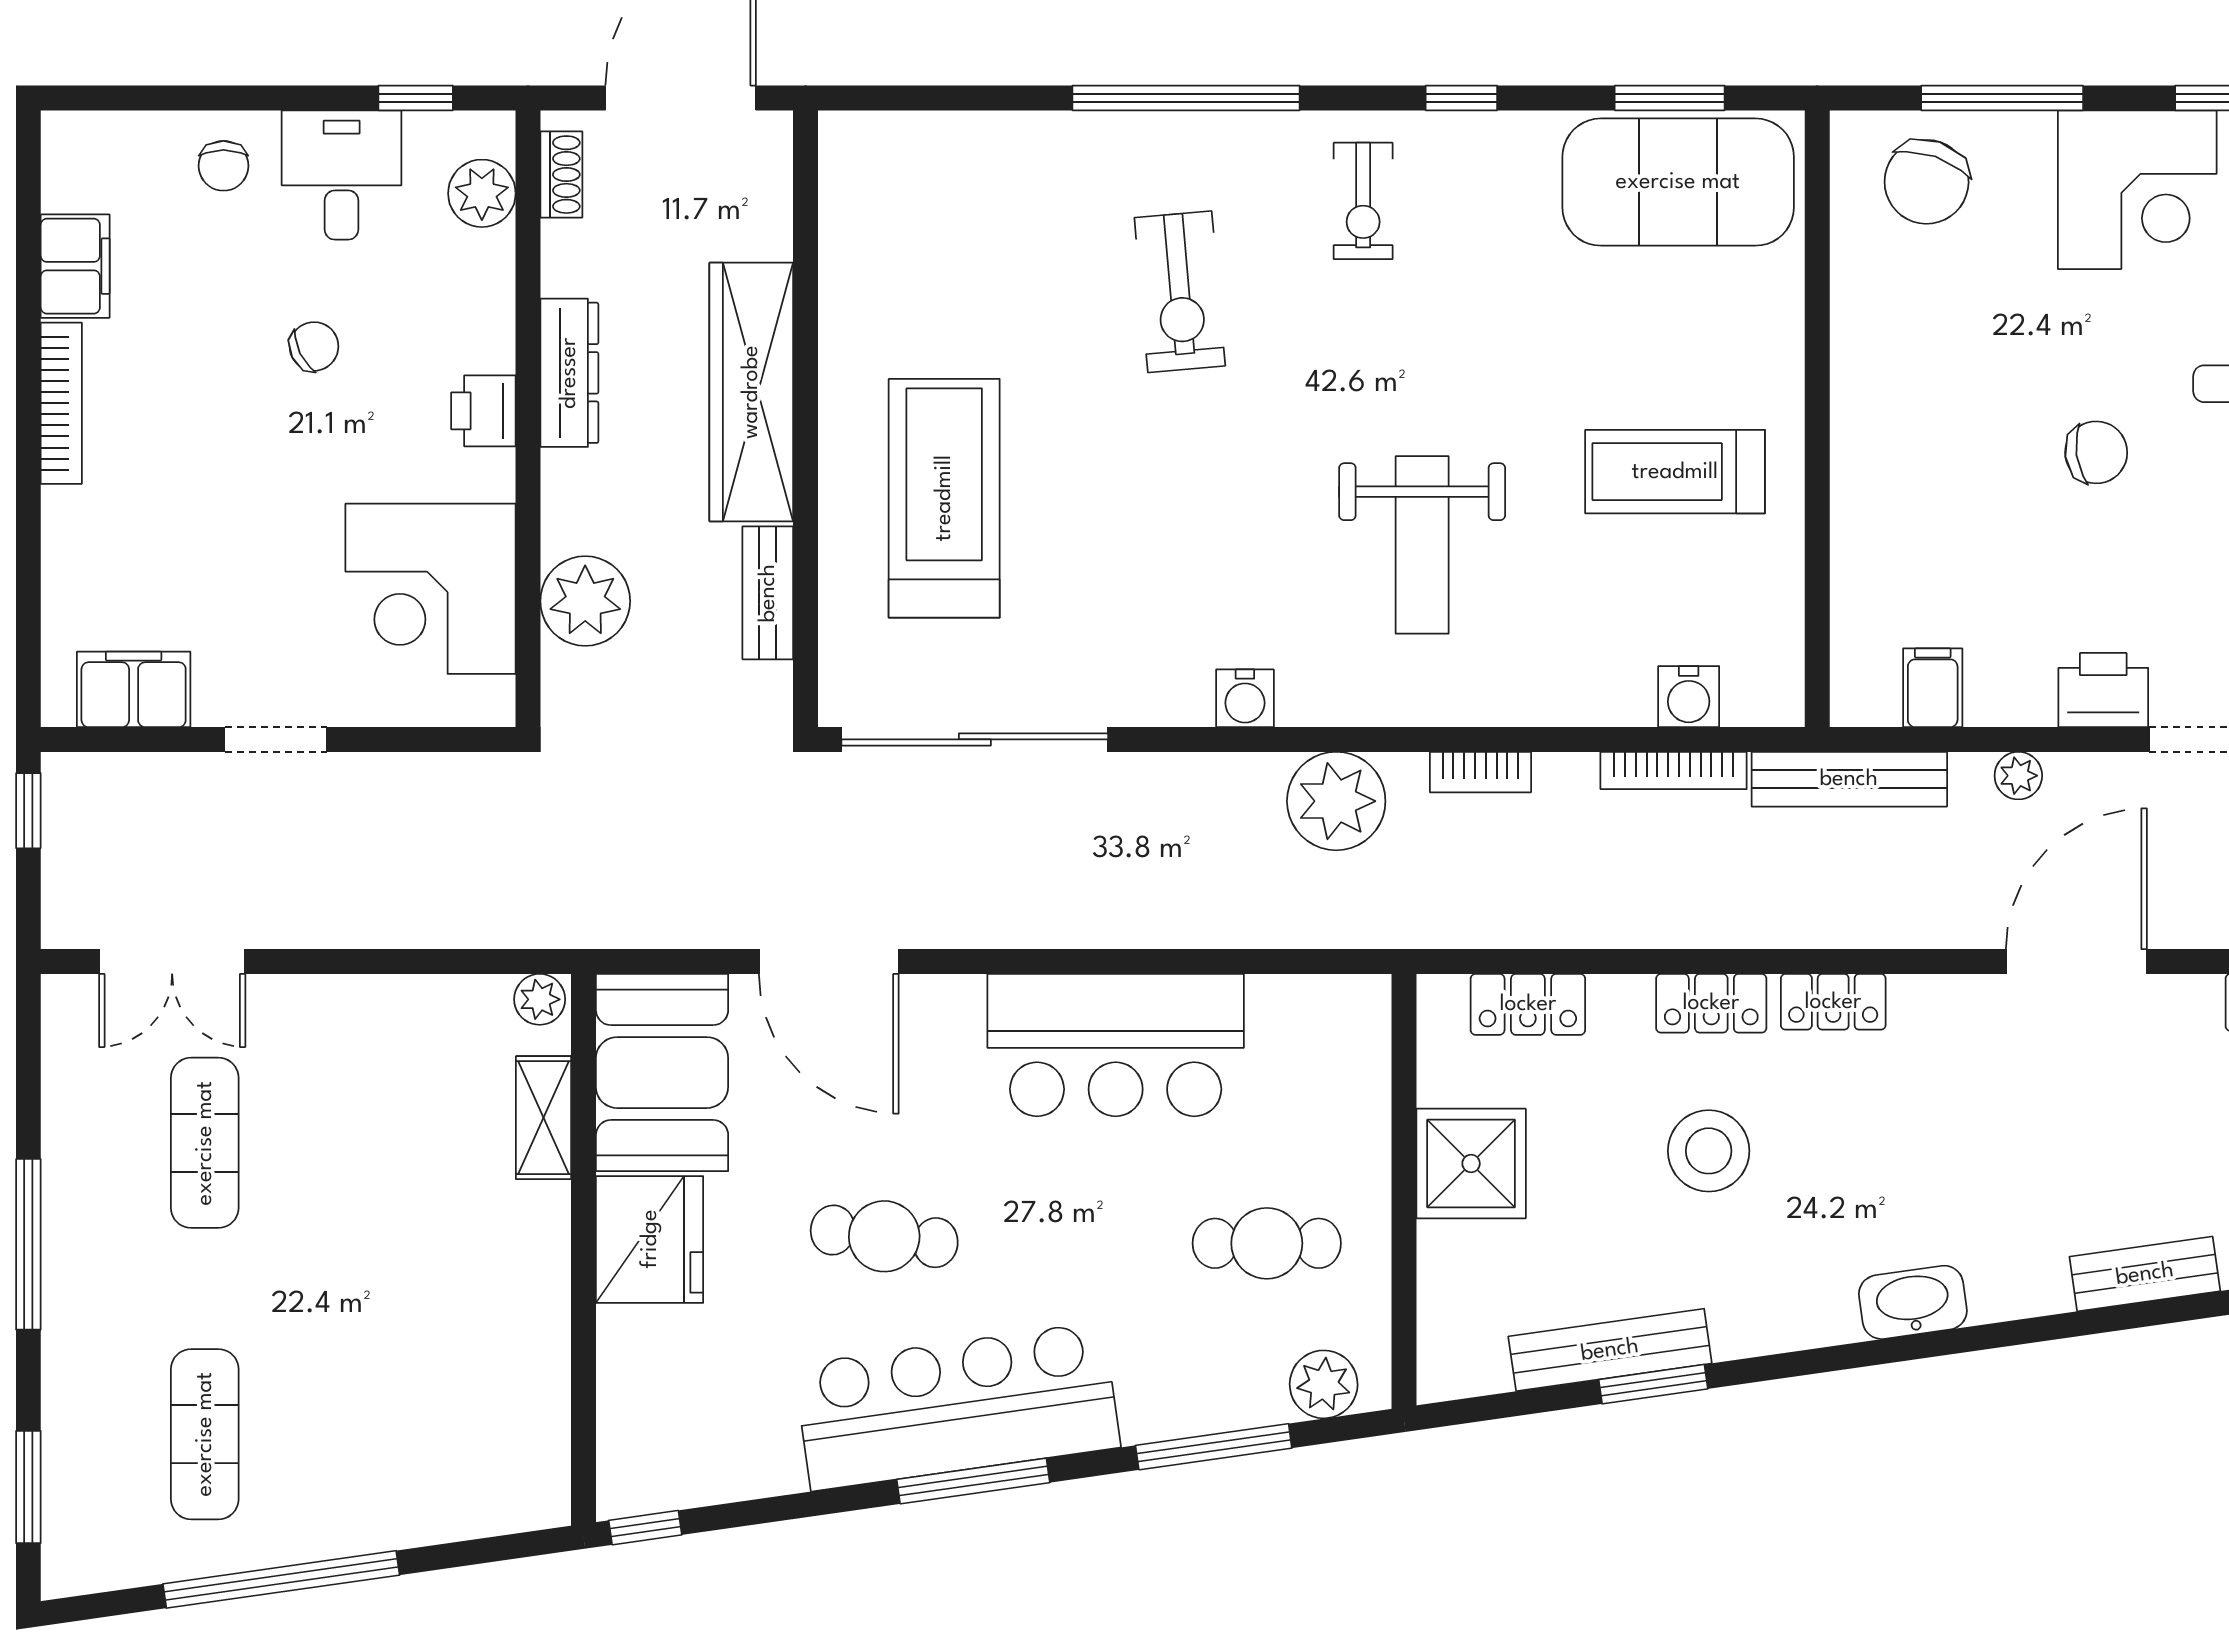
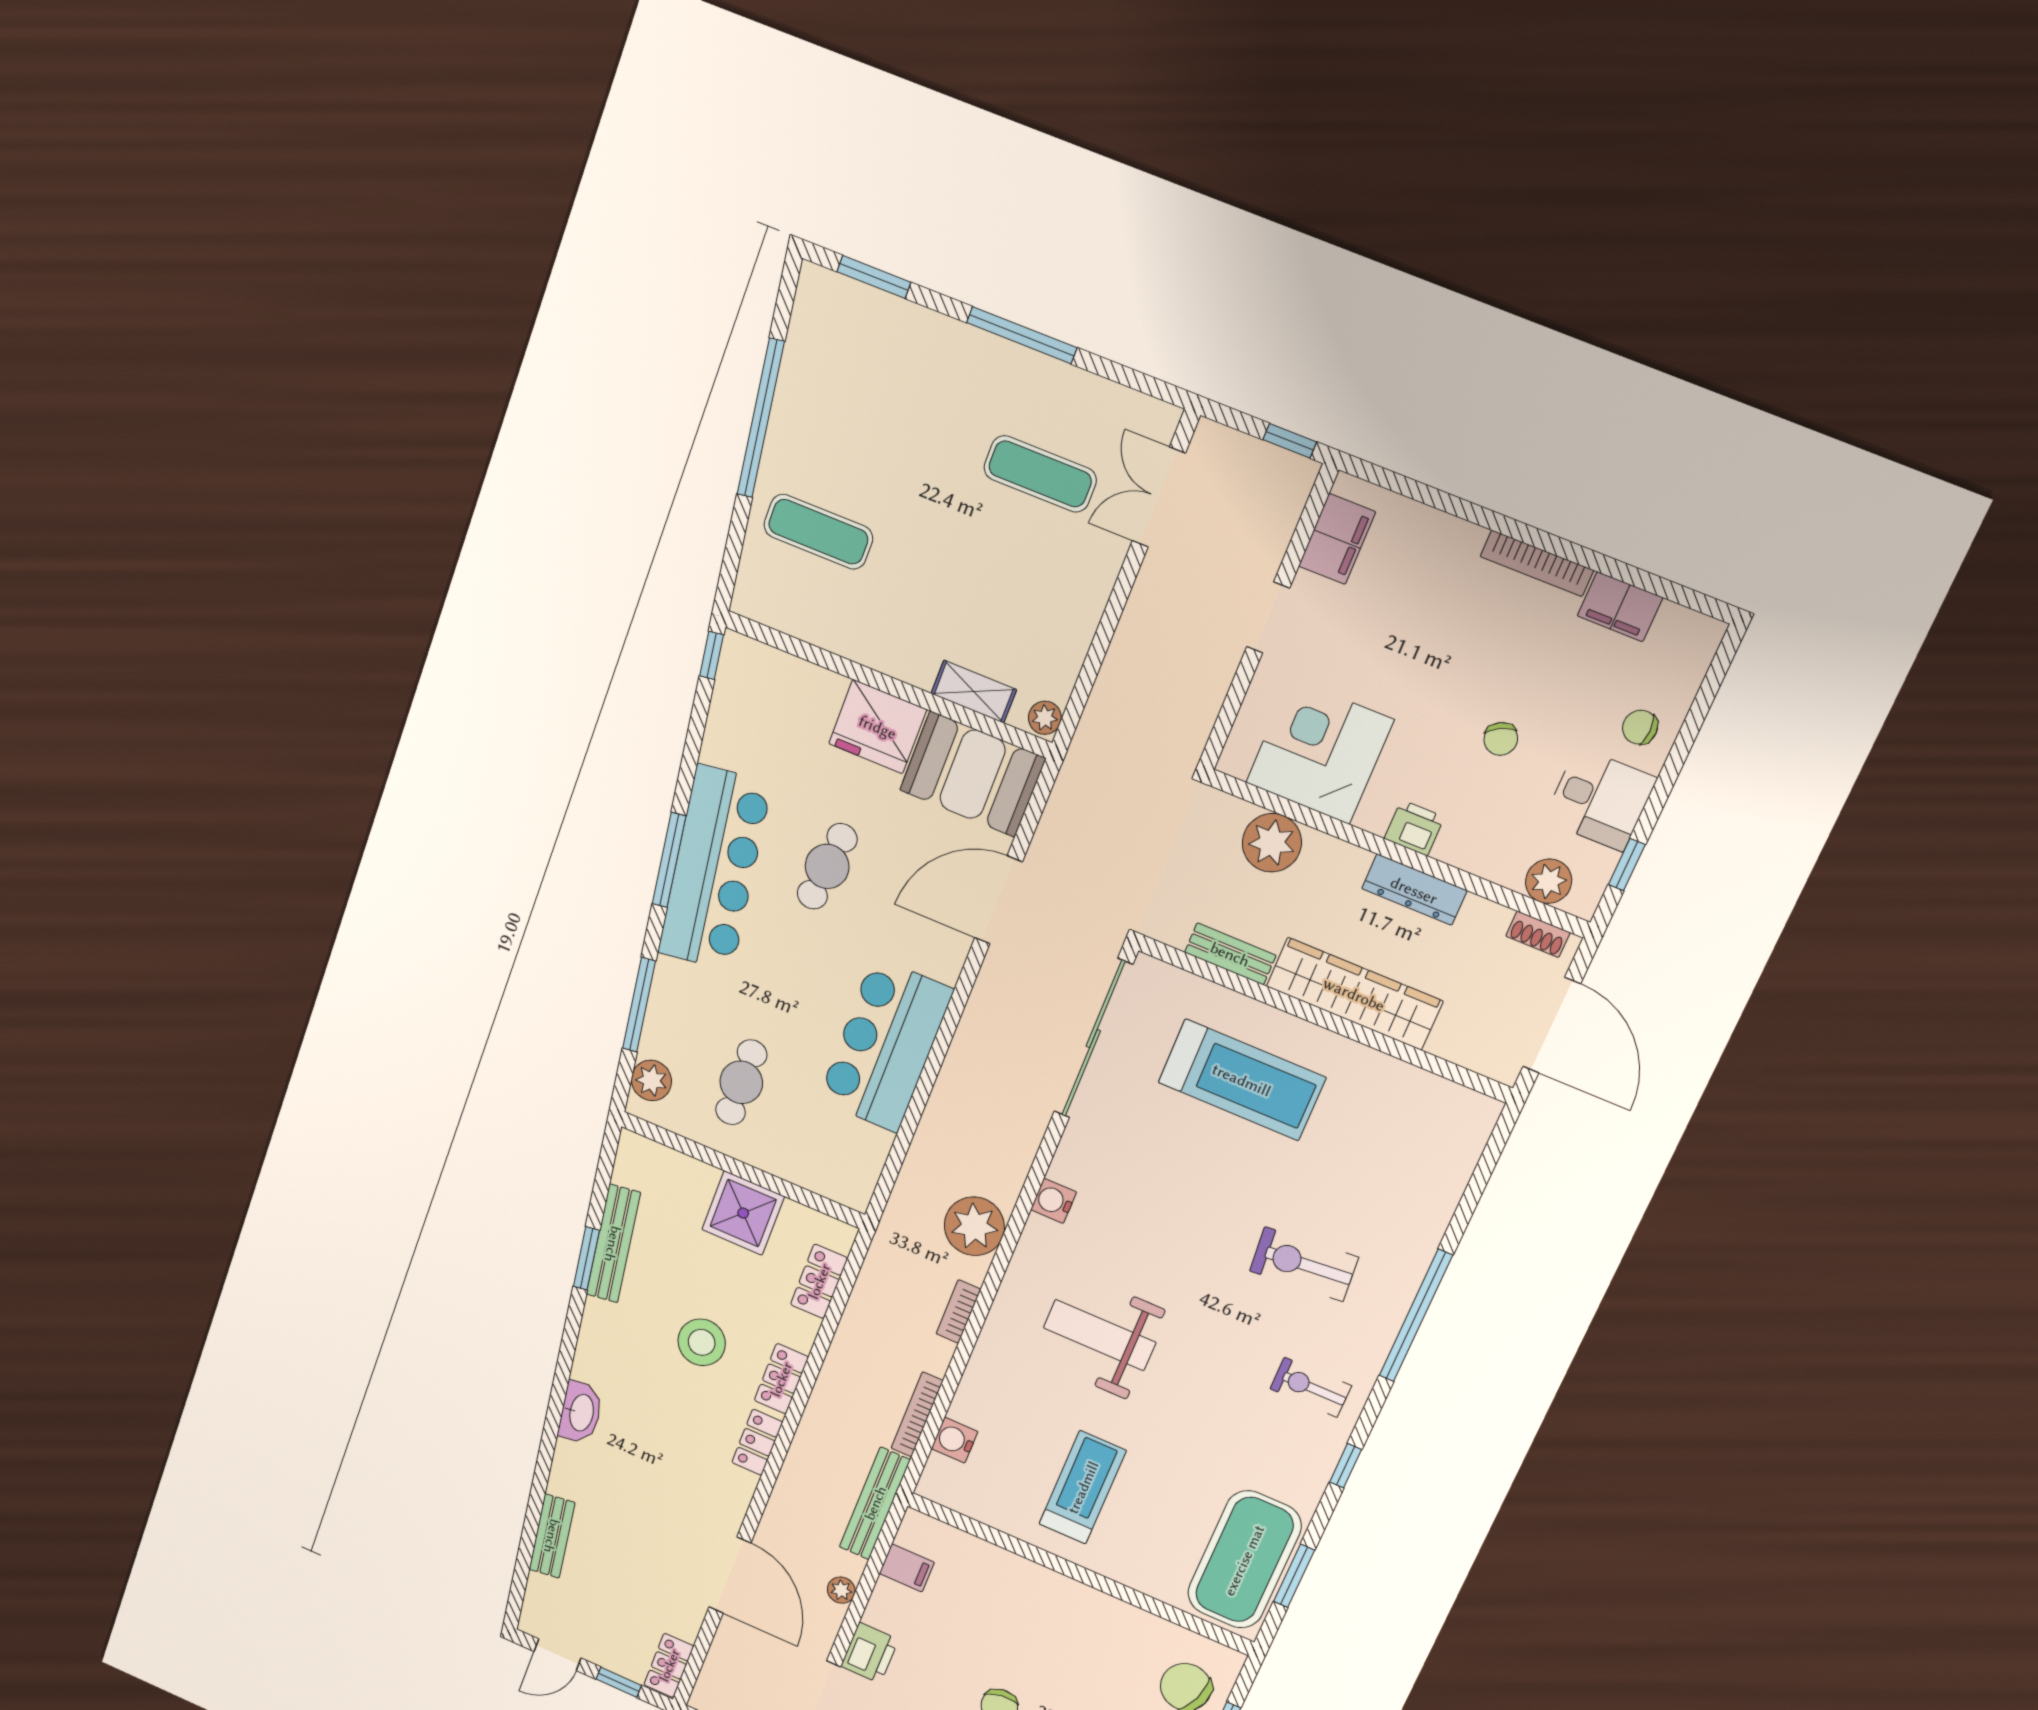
exercise mat: (205, 1434) -> (818, 532), moved

